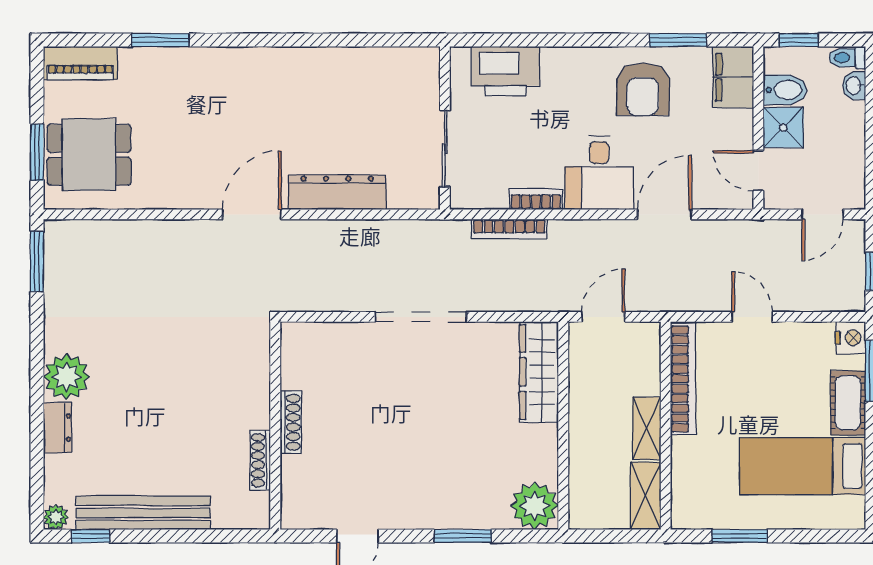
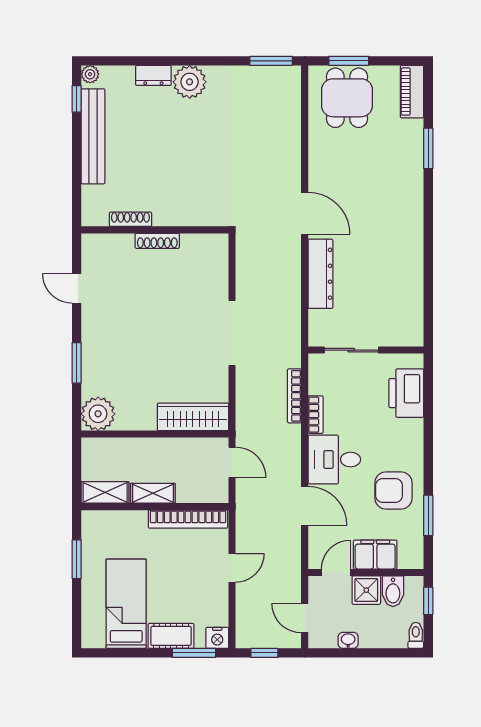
filing cabinet: (733, 77) -> (375, 555), moved
washbasin: (854, 86) -> (348, 640), moved

